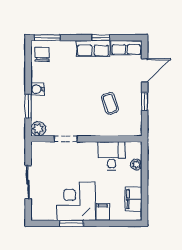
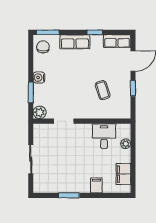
row of seats: (93, 48) -> (75, 42), moved
corner desk: (76, 201) -> (73, 176), removed

